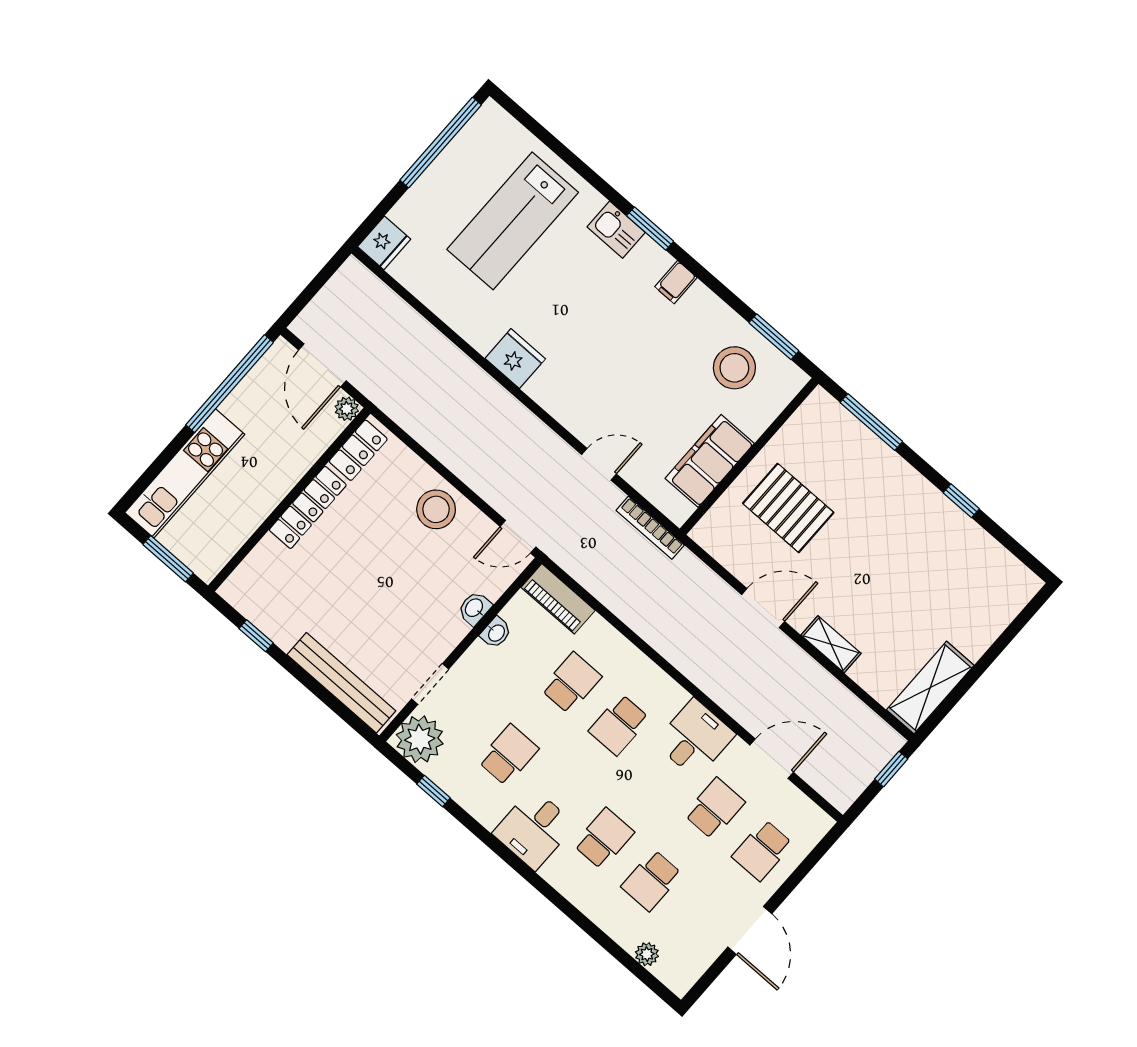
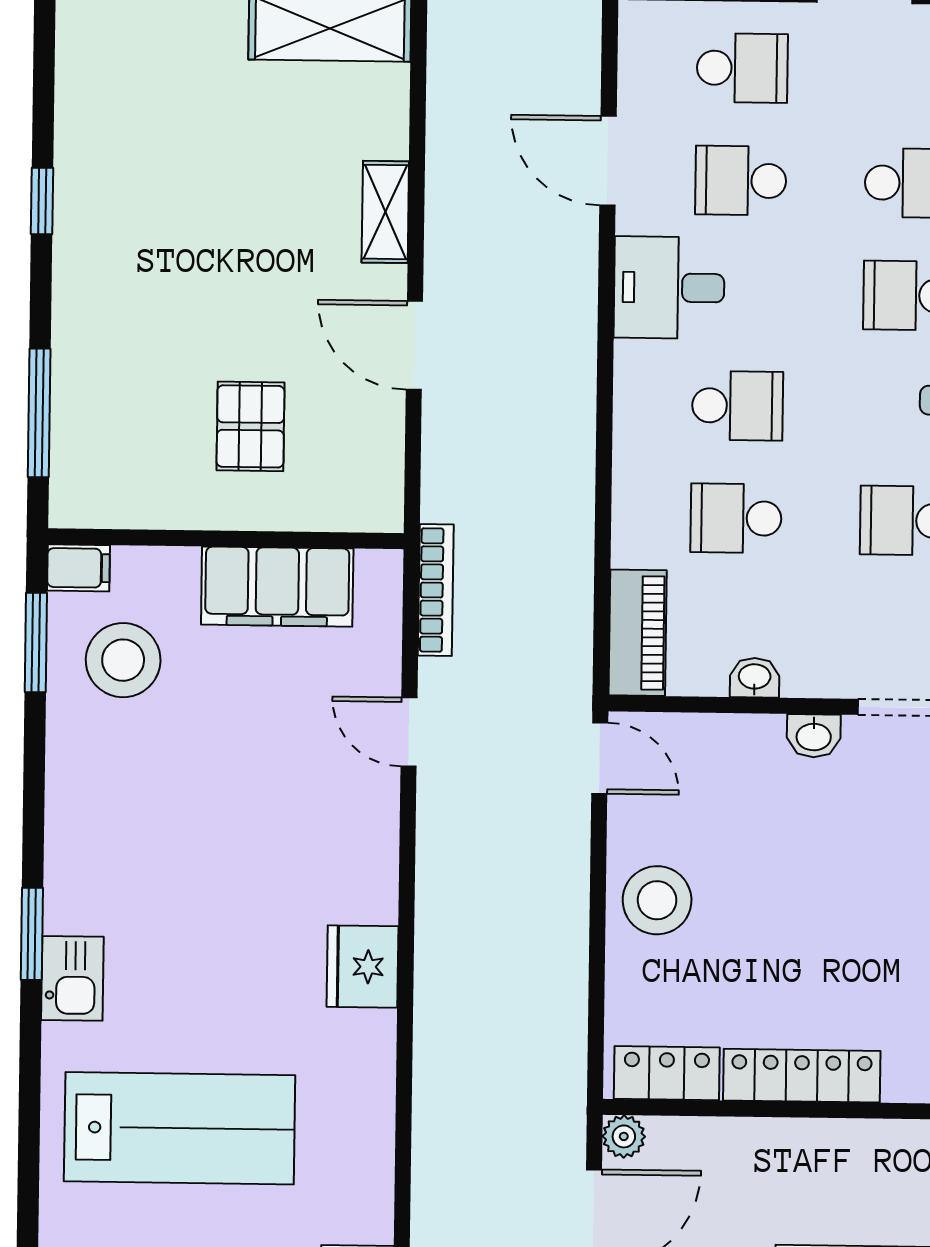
filing cabinet: (676, 282) -> (79, 568), moved
pallet: (788, 508) -> (250, 426), width x0.67, depth x0.71
washbasin: (474, 608) -> (814, 736), moved

